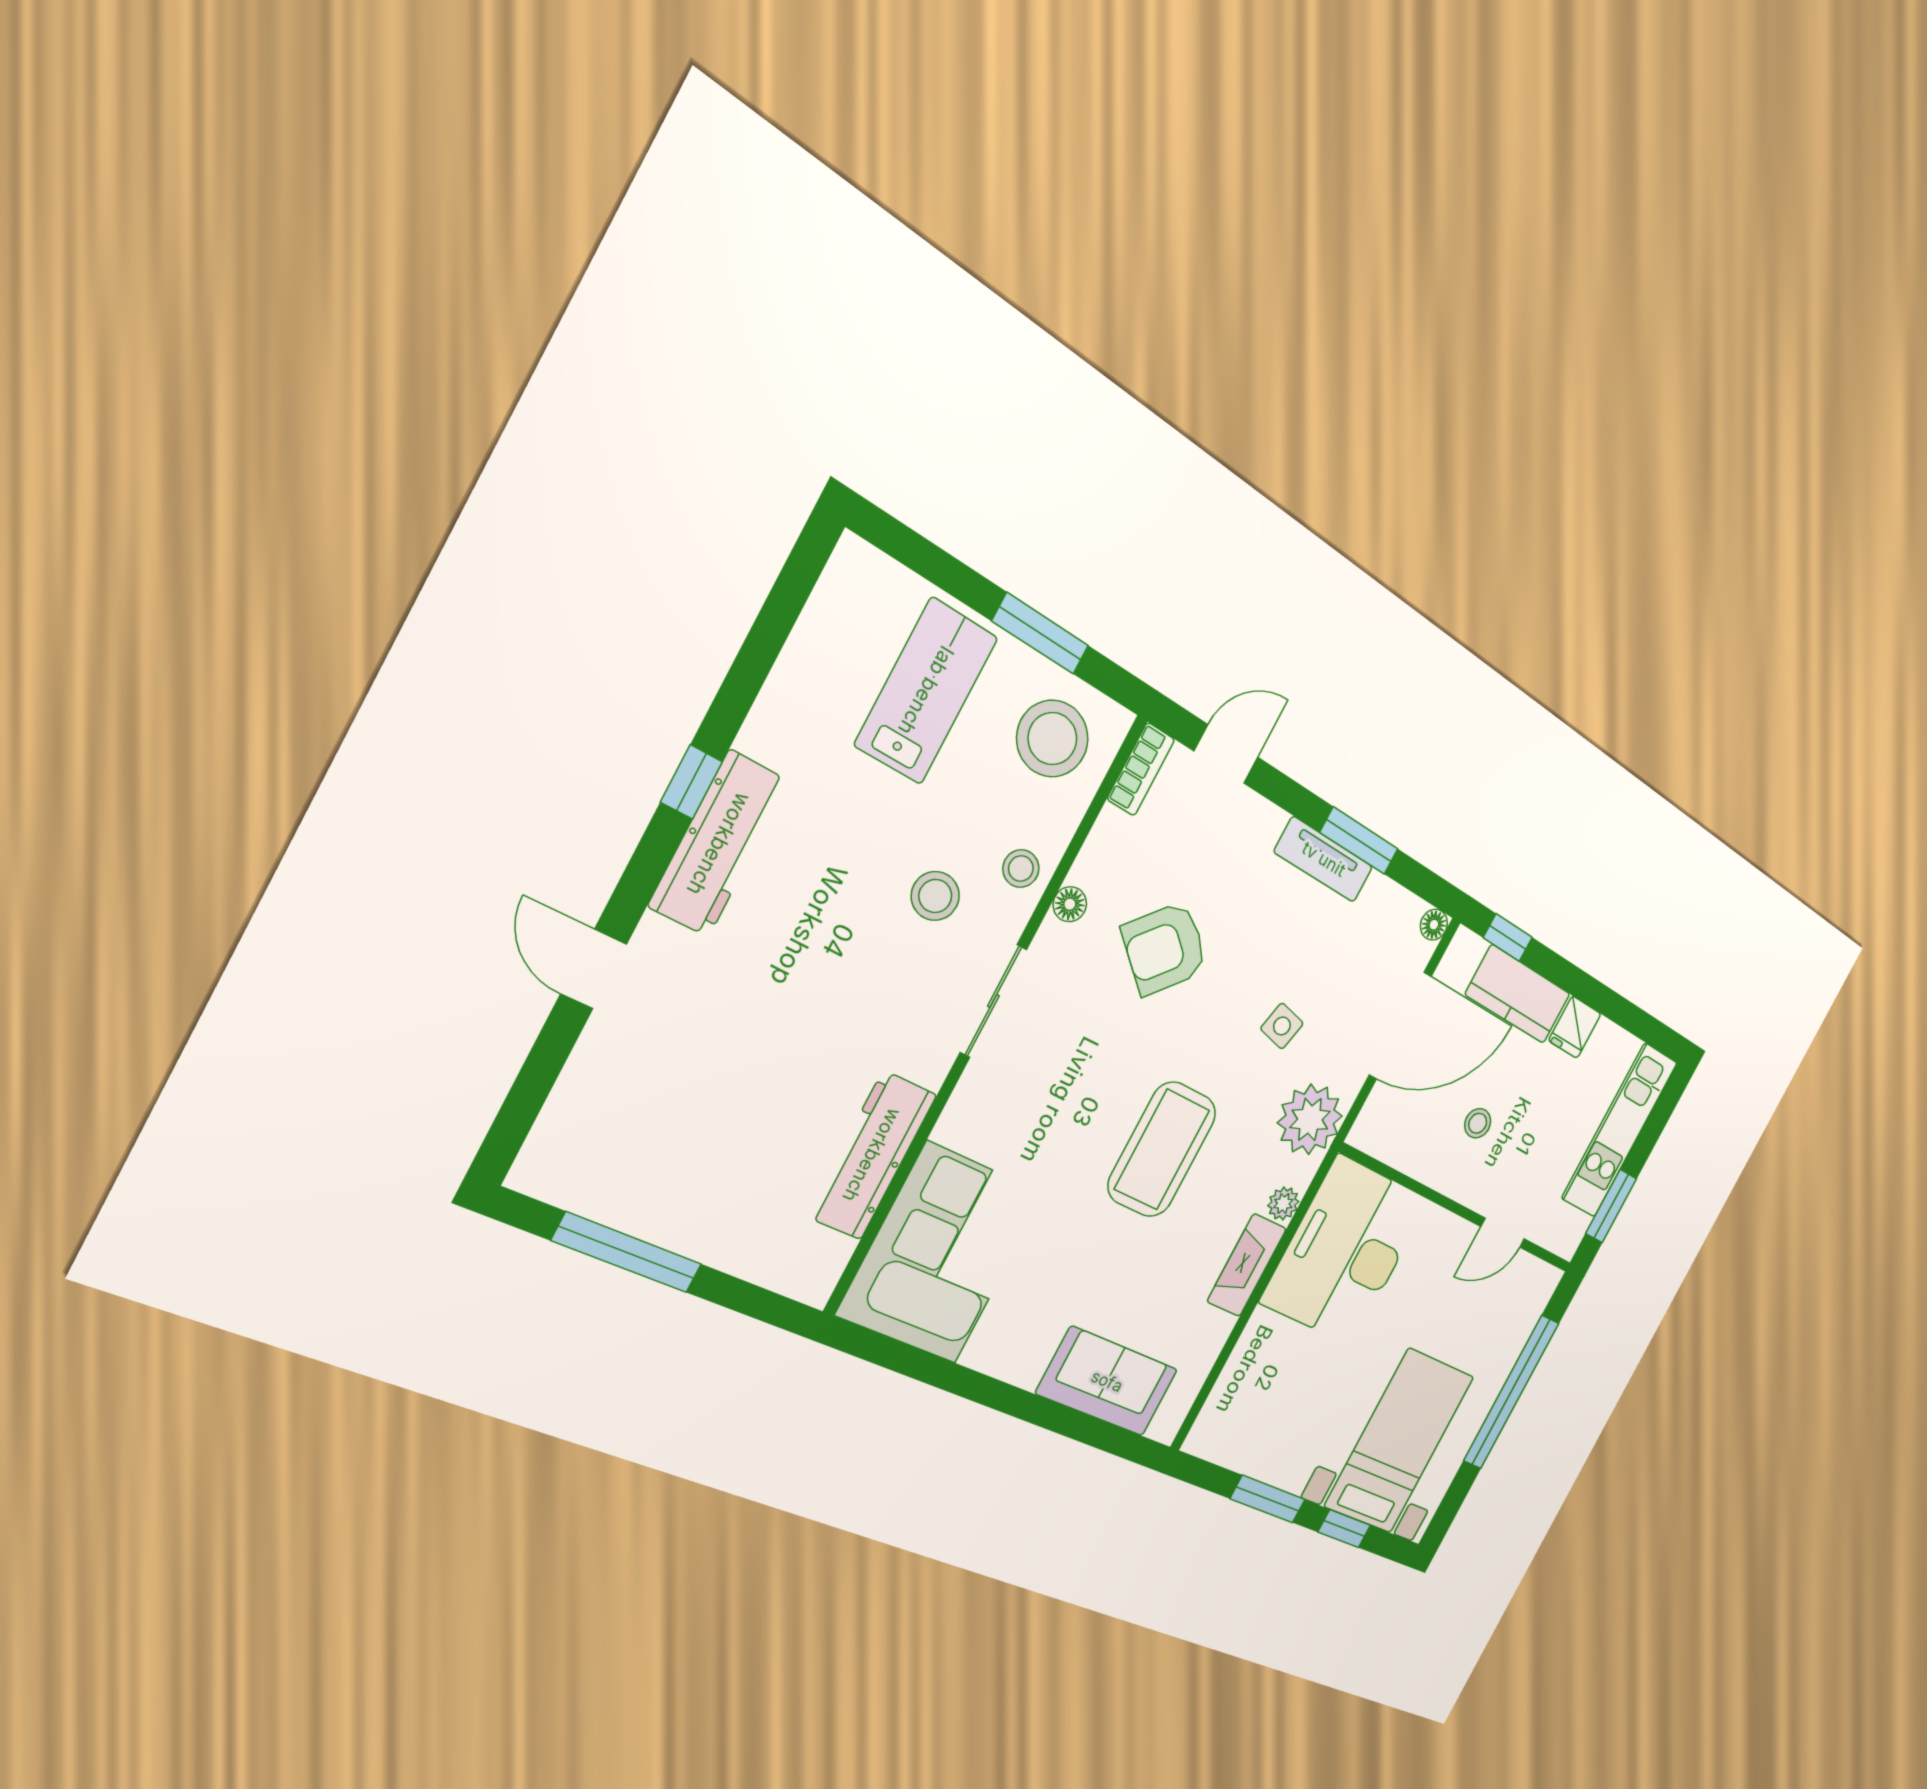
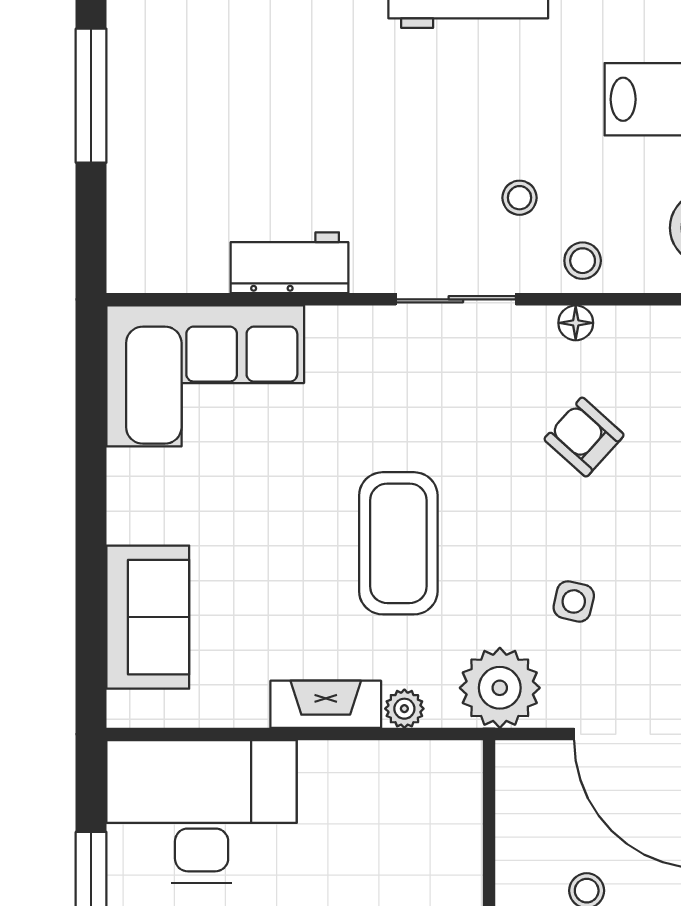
stool: (935, 896) -> (520, 198), width x0.73, depth x0.73
armchair: (1165, 948) -> (584, 437), width x0.72, depth x0.72
coffee table: (1162, 1150) -> (398, 543), turned 90
workbench: (872, 1155) -> (290, 263), width x0.73
desk: (1345, 1251) -> (202, 811), moved

